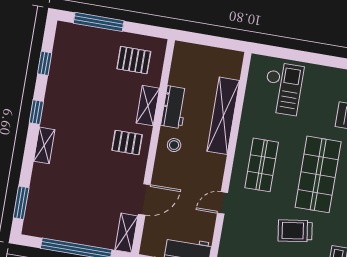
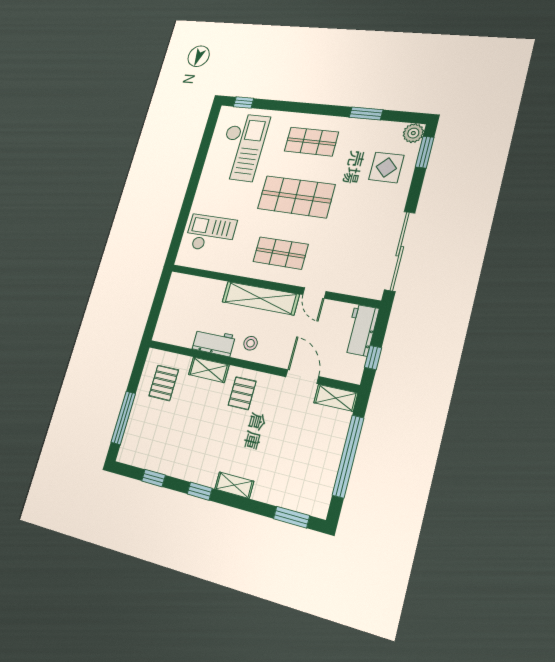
shelving: (223, 116) -> (260, 298), moved
trolley: (295, 231) -> (350, 218), removed

